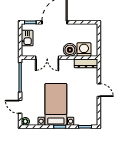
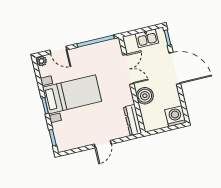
washing machine: (84, 49) -> (175, 116), moved, turned -90
double door: (47, 58) -> (128, 69), swing flipped
door: (20, 107) -> (58, 50), swing flipped

